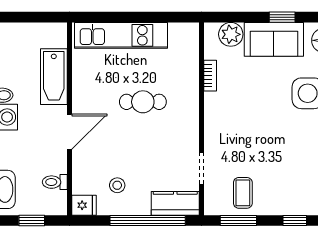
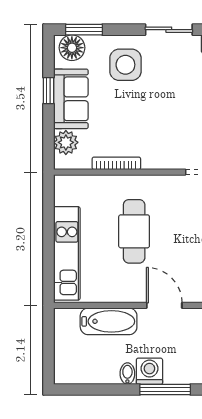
bookcase: (210, 76) -> (116, 163), width x1.56
cafe table: (143, 102) -> (134, 231), width x1.37, depth x1.35

